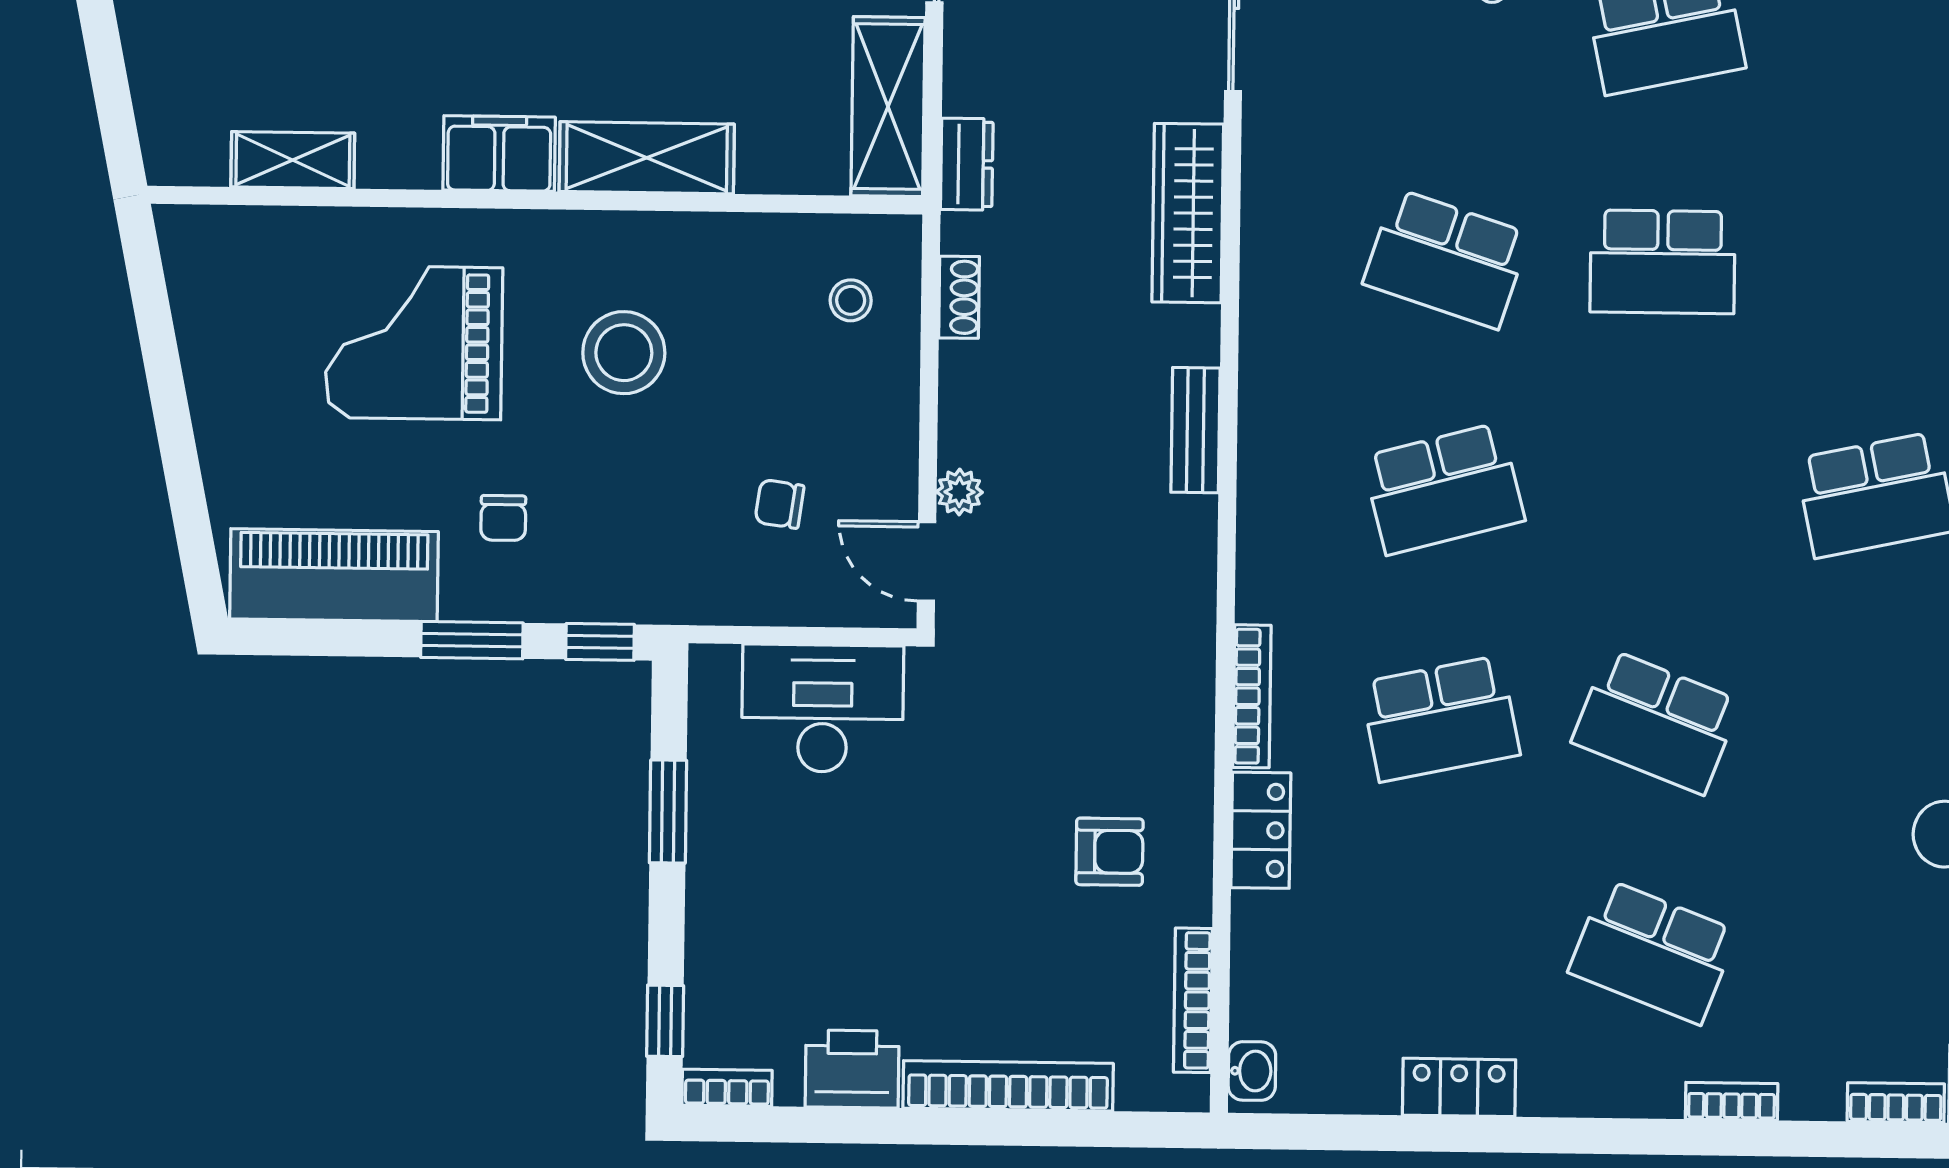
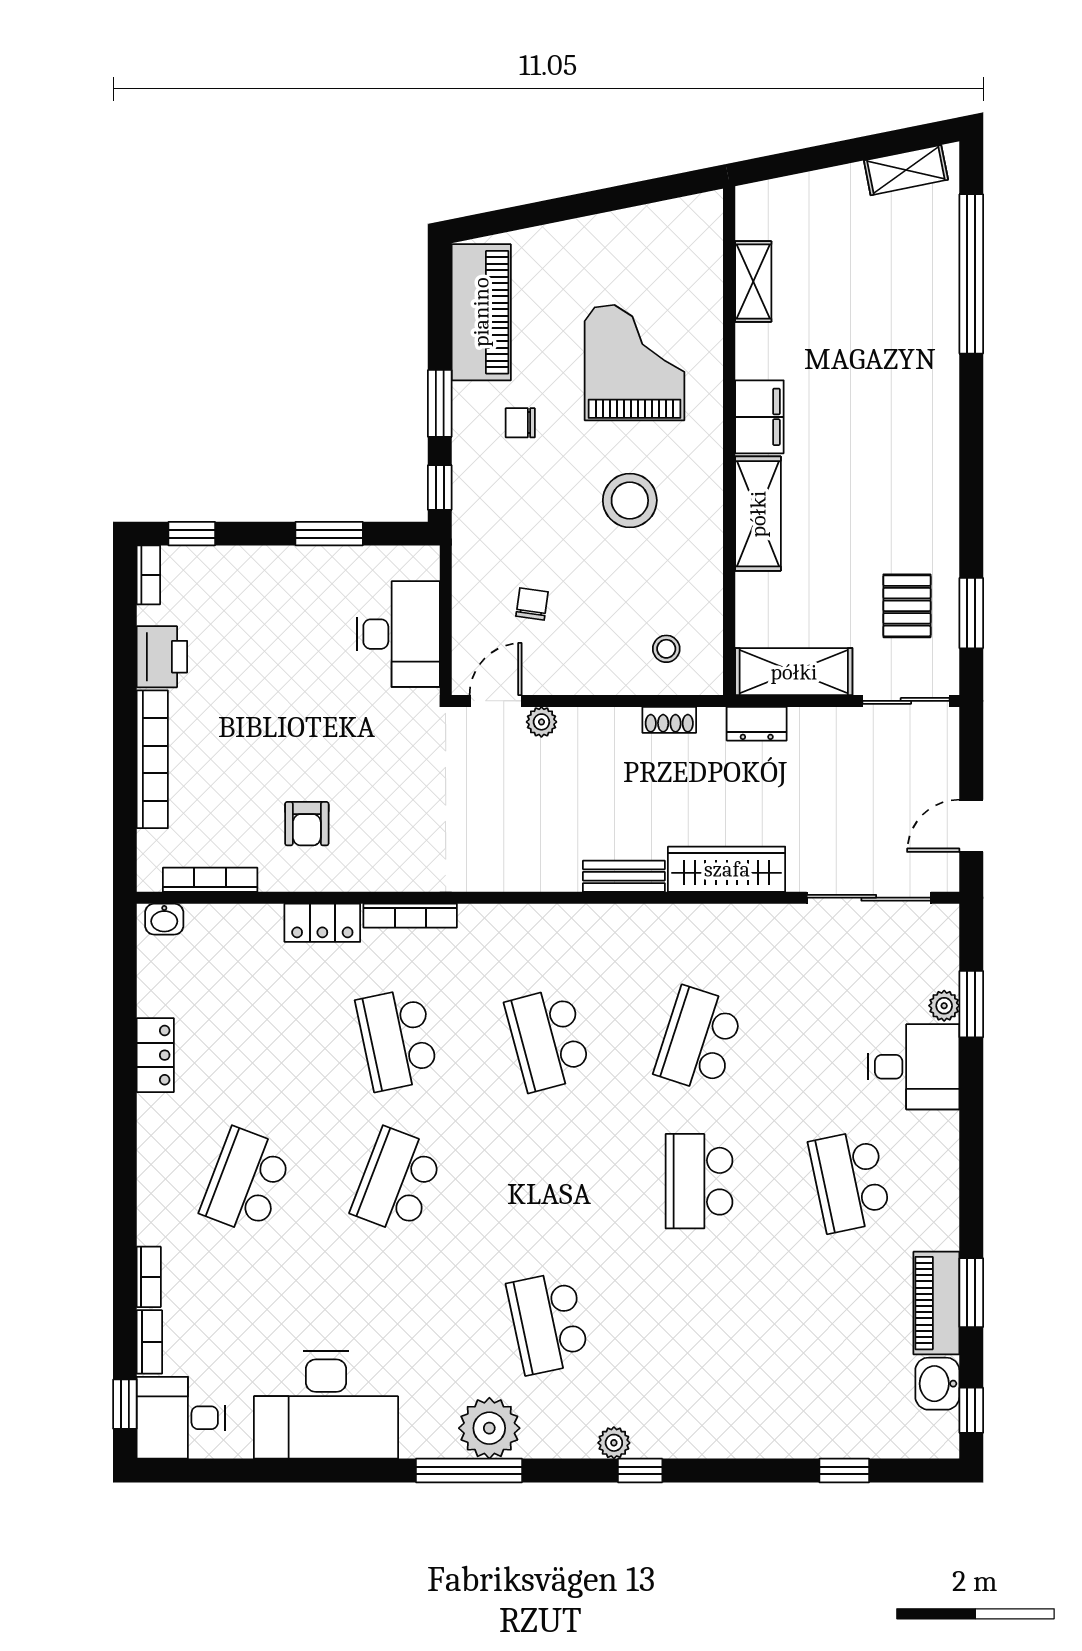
bench: (1195, 430) -> (624, 876), moved
bookcase: (1732, 1101) -> (149, 1277), moved

